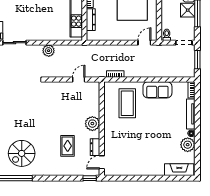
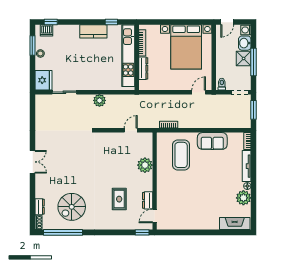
plant: (92, 124) -> (145, 165), moved

